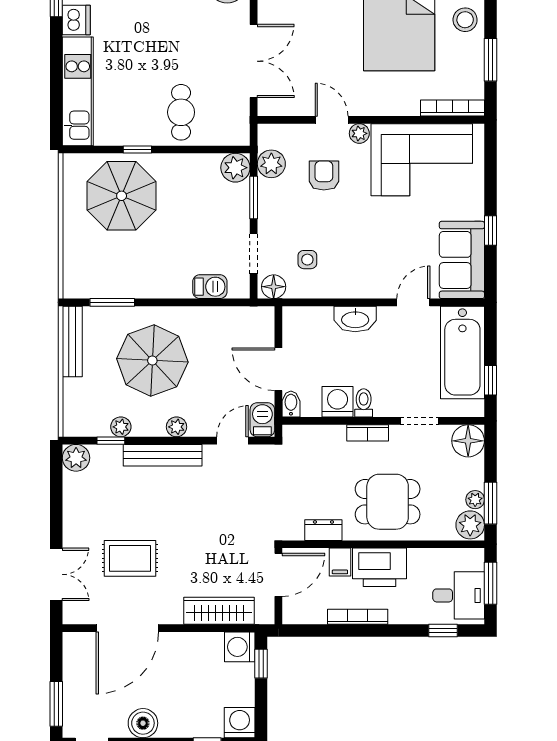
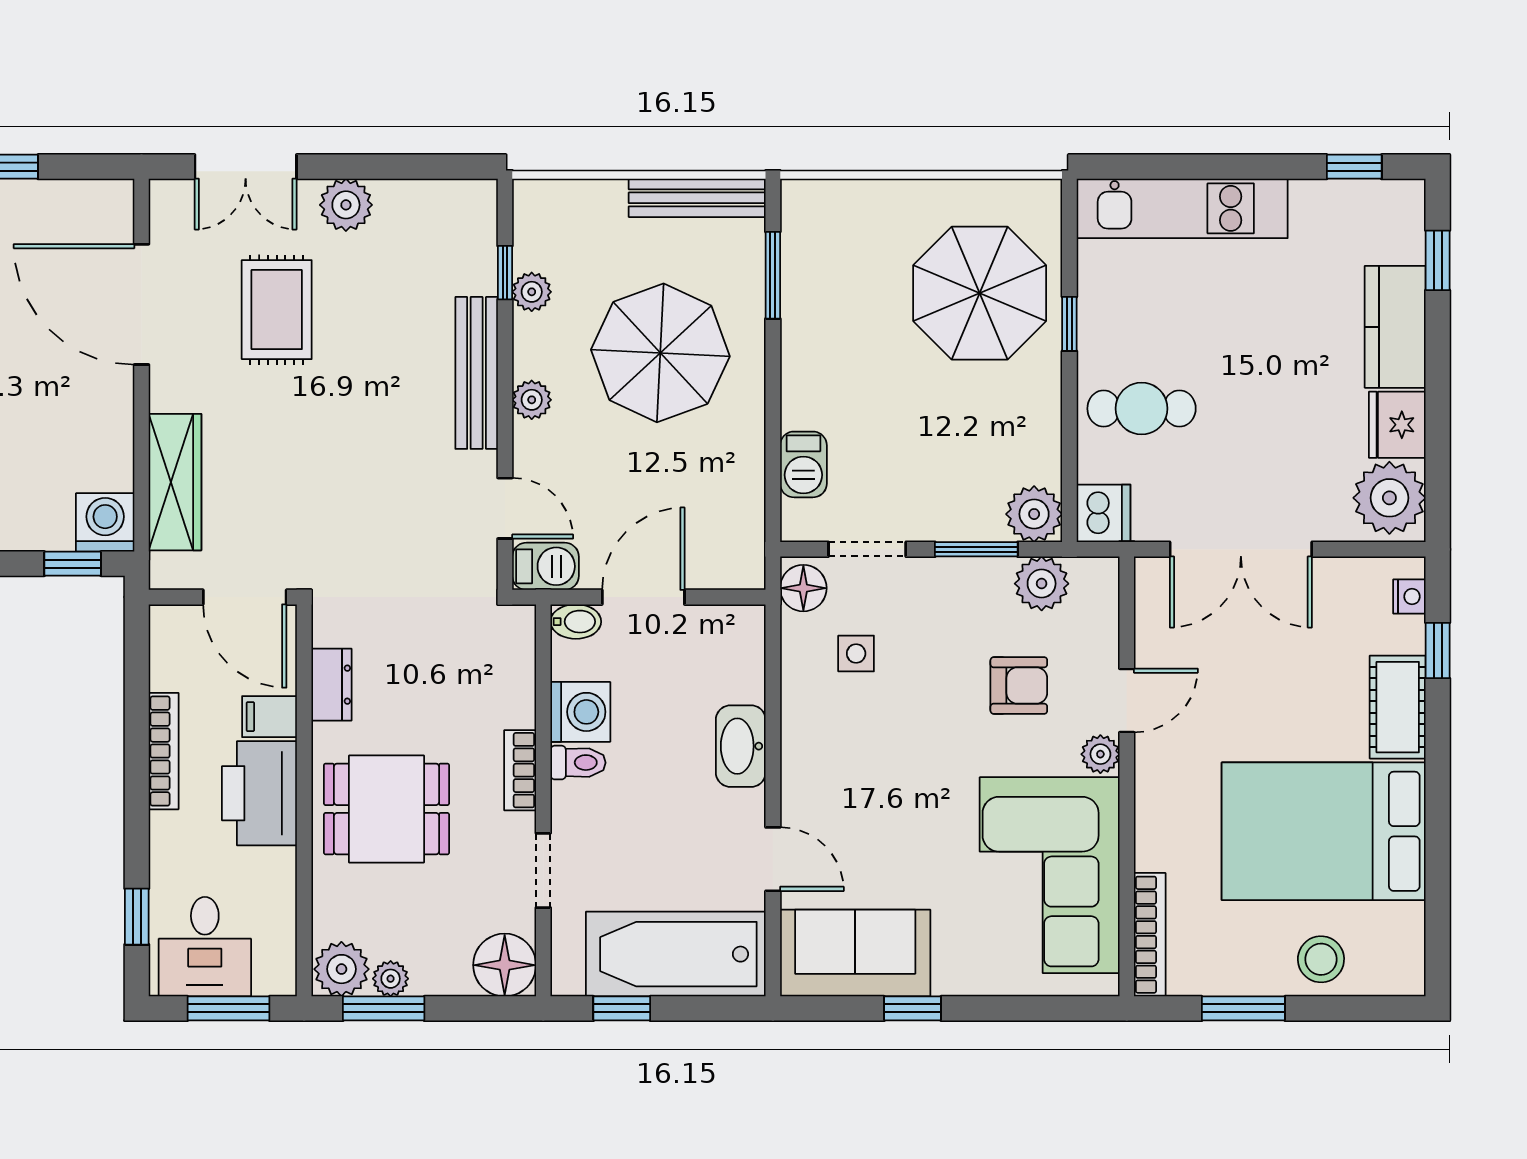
dishwasher: (76, 20) -> (1103, 513), moved, turned -90
plant: (76, 458) -> (346, 205), moved
dining table: (388, 502) -> (387, 809), turned 90

